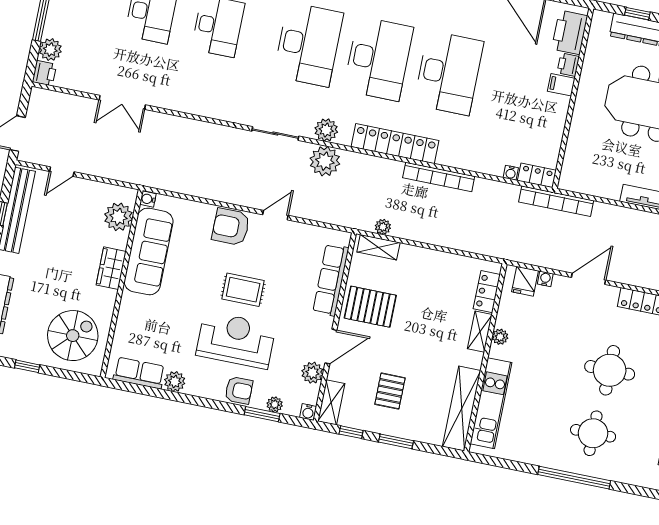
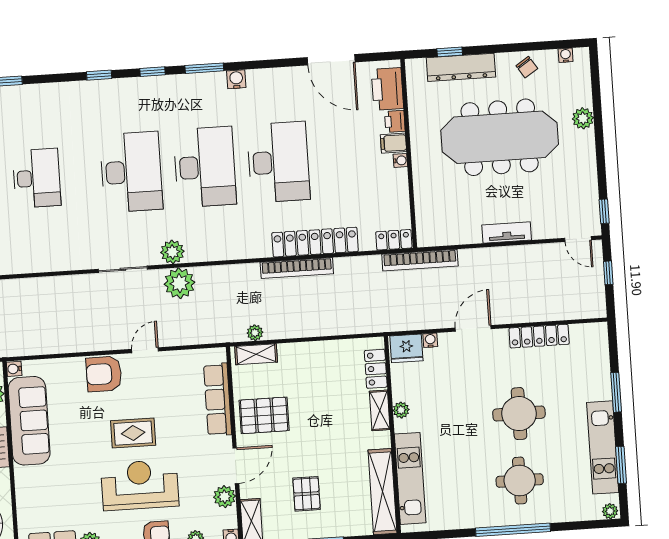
locker: (395, 144) -> (315, 242), moved
water cooler: (511, 173) -> (400, 160), moved, turned -90
fridge: (525, 281) -> (406, 348), width x1.38

